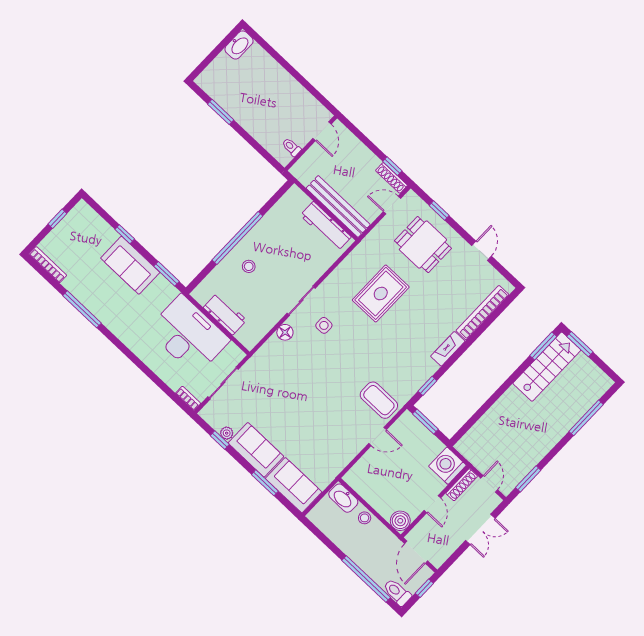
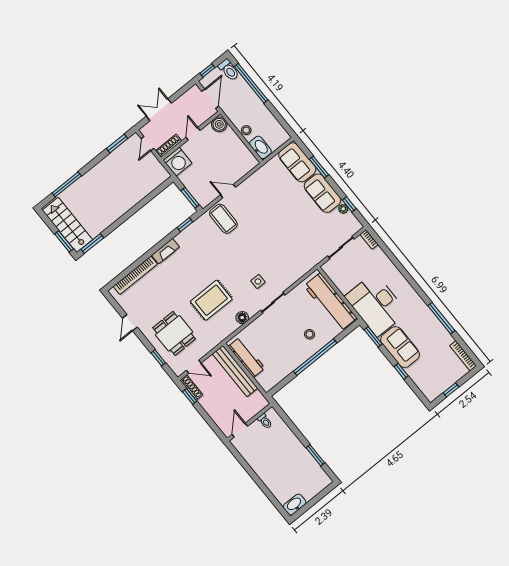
workbench: (225, 314) -> (330, 302), width x1.88, depth x1.32
floor lamp: (285, 332) -> (242, 318), moved
desk: (189, 335) -> (376, 305), moved
stairs: (547, 367) -> (67, 225), moved, turned 90

